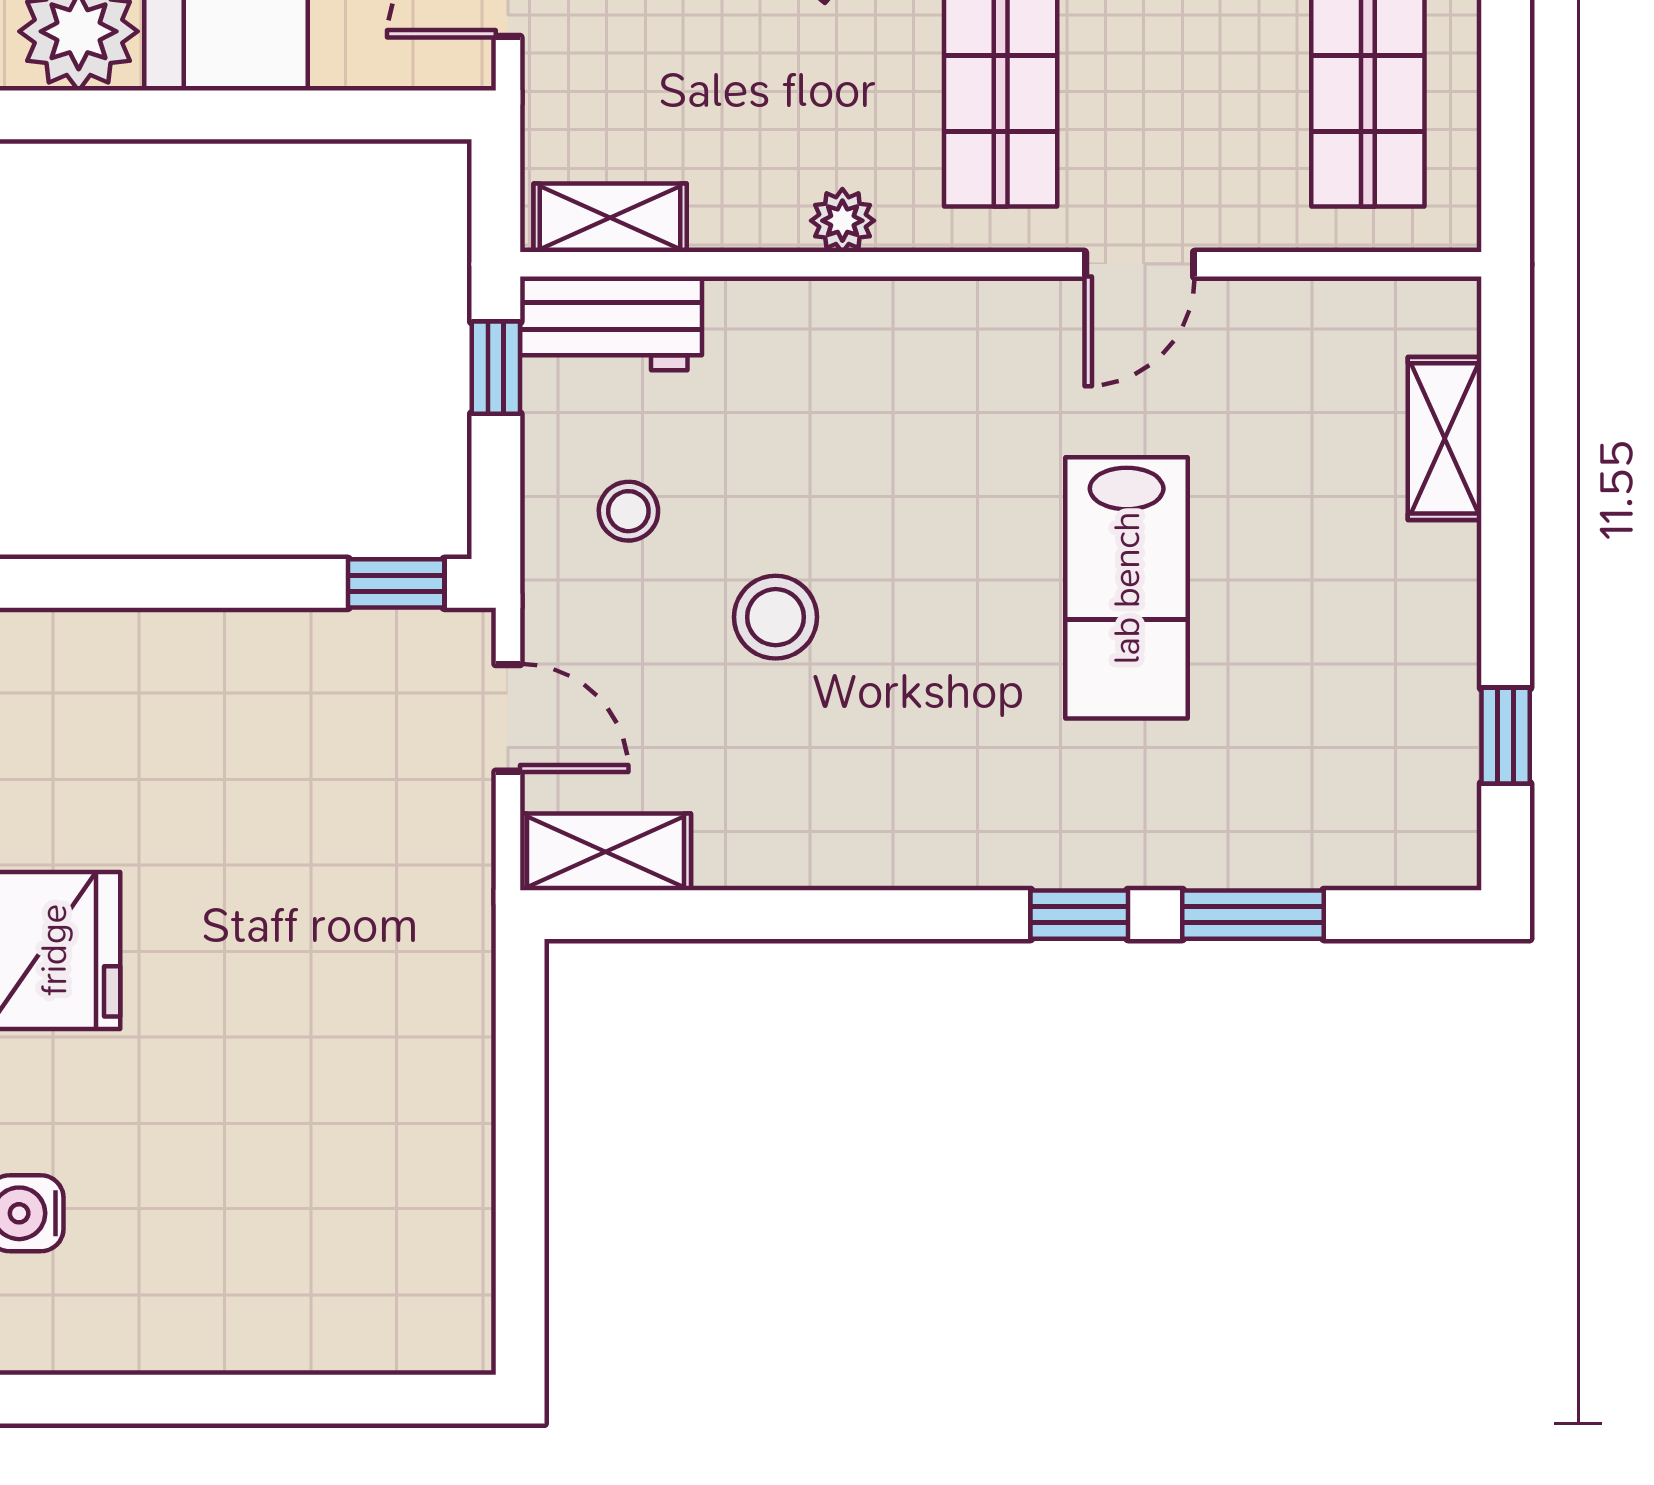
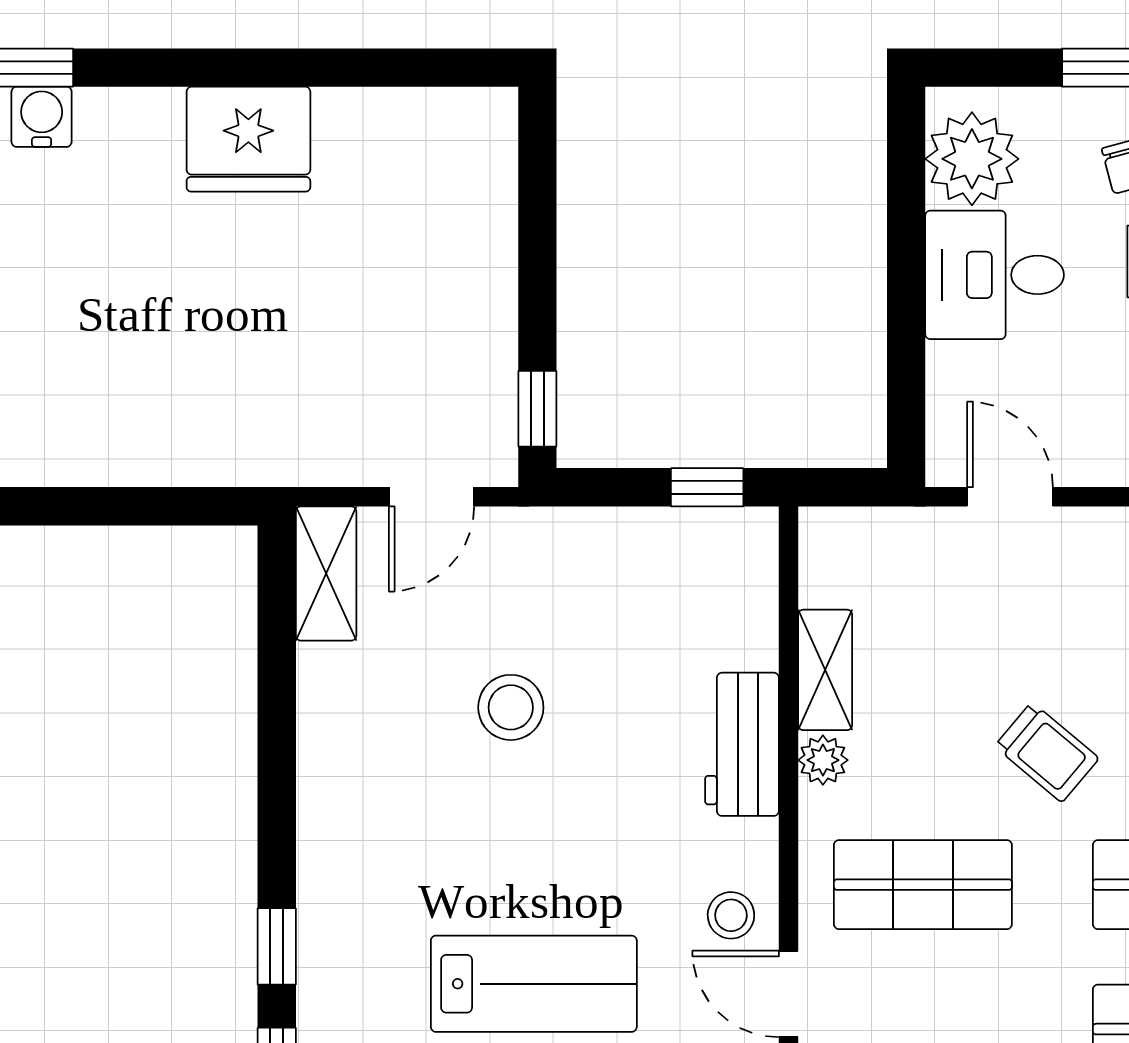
shelving: (610, 218) -> (825, 670), moved
workbench: (611, 323) -> (742, 744), moved
stool: (628, 511) -> (731, 915), moved
lab bench: (1127, 588) -> (534, 984), turned 180

